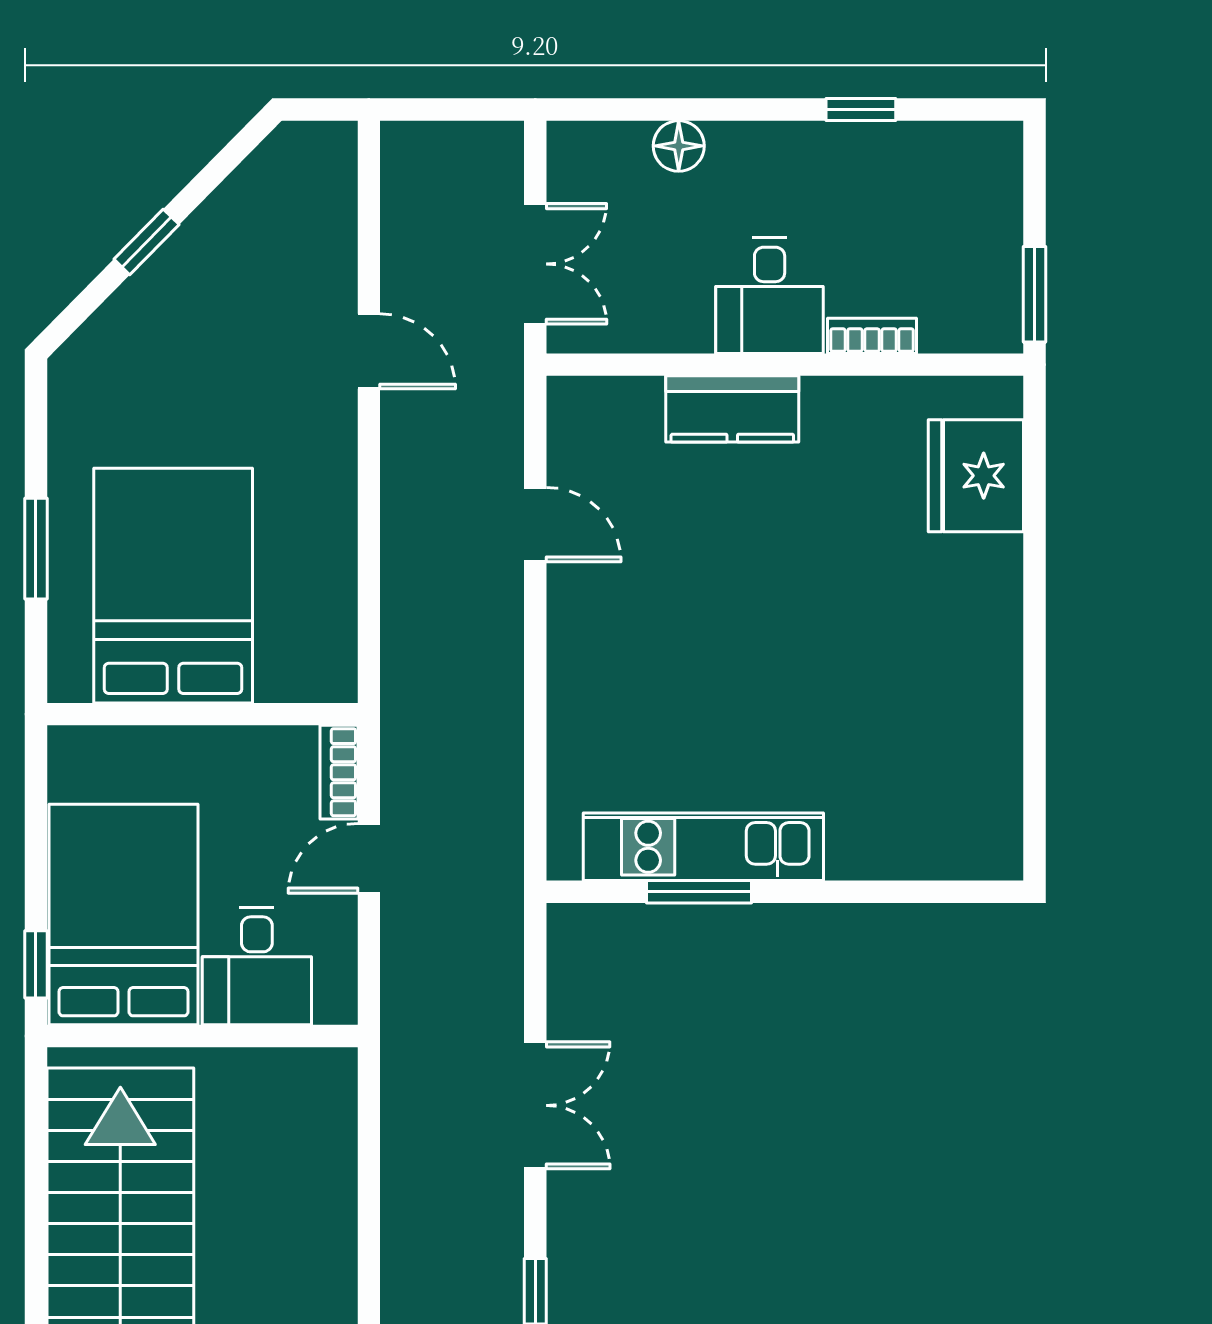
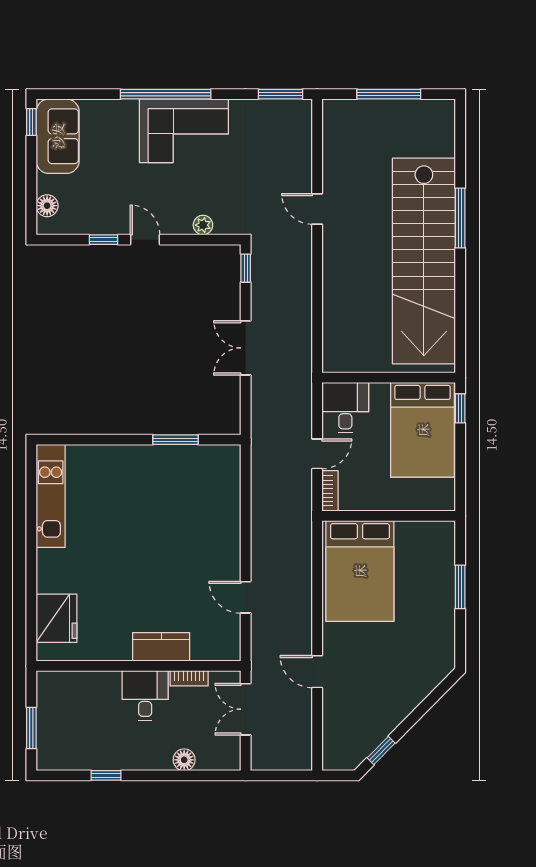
window: (146, 242) -> (381, 750), moved
window: (1035, 294) -> (31, 728), moved
bookcase: (872, 336) -> (189, 678), moved
bed: (173, 586) -> (360, 571), moved
kitchen unit: (703, 847) -> (51, 496), moved, turned -90
desk: (257, 966) -> (345, 408), moved

